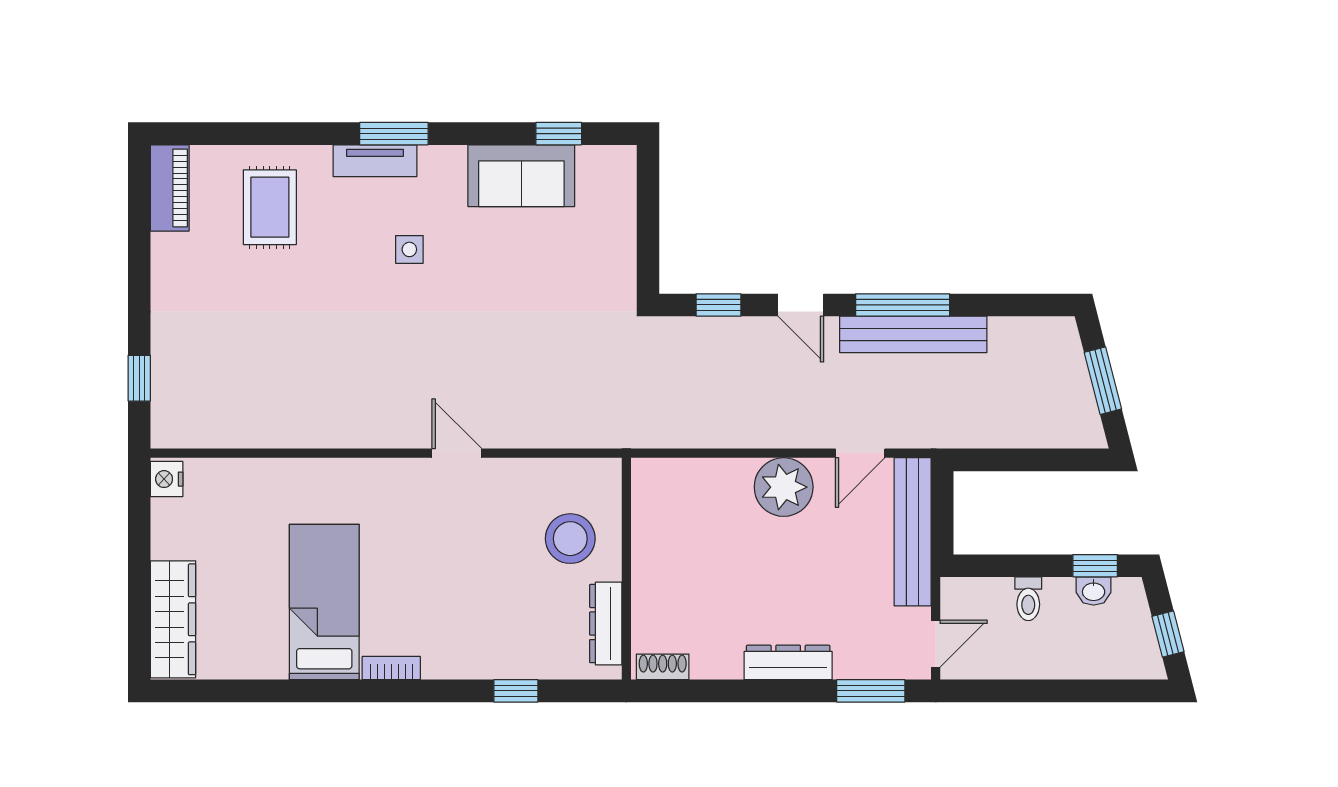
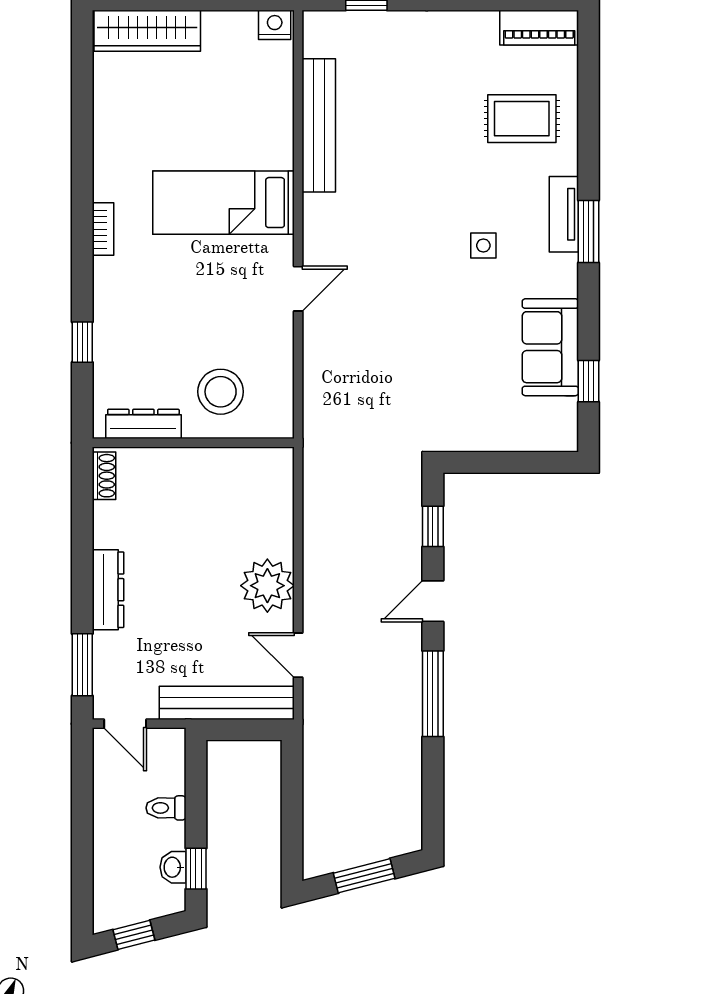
bench: (913, 334) -> (319, 125), moved
bed: (324, 602) -> (224, 203), moved, turned 180

